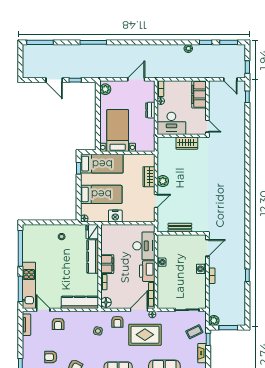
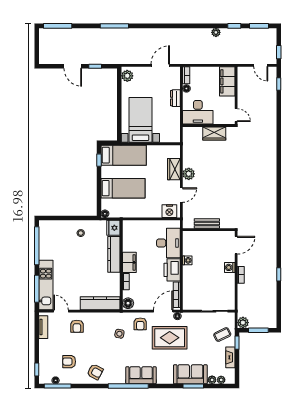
nightstand: (115, 216) -> (169, 211), moved

